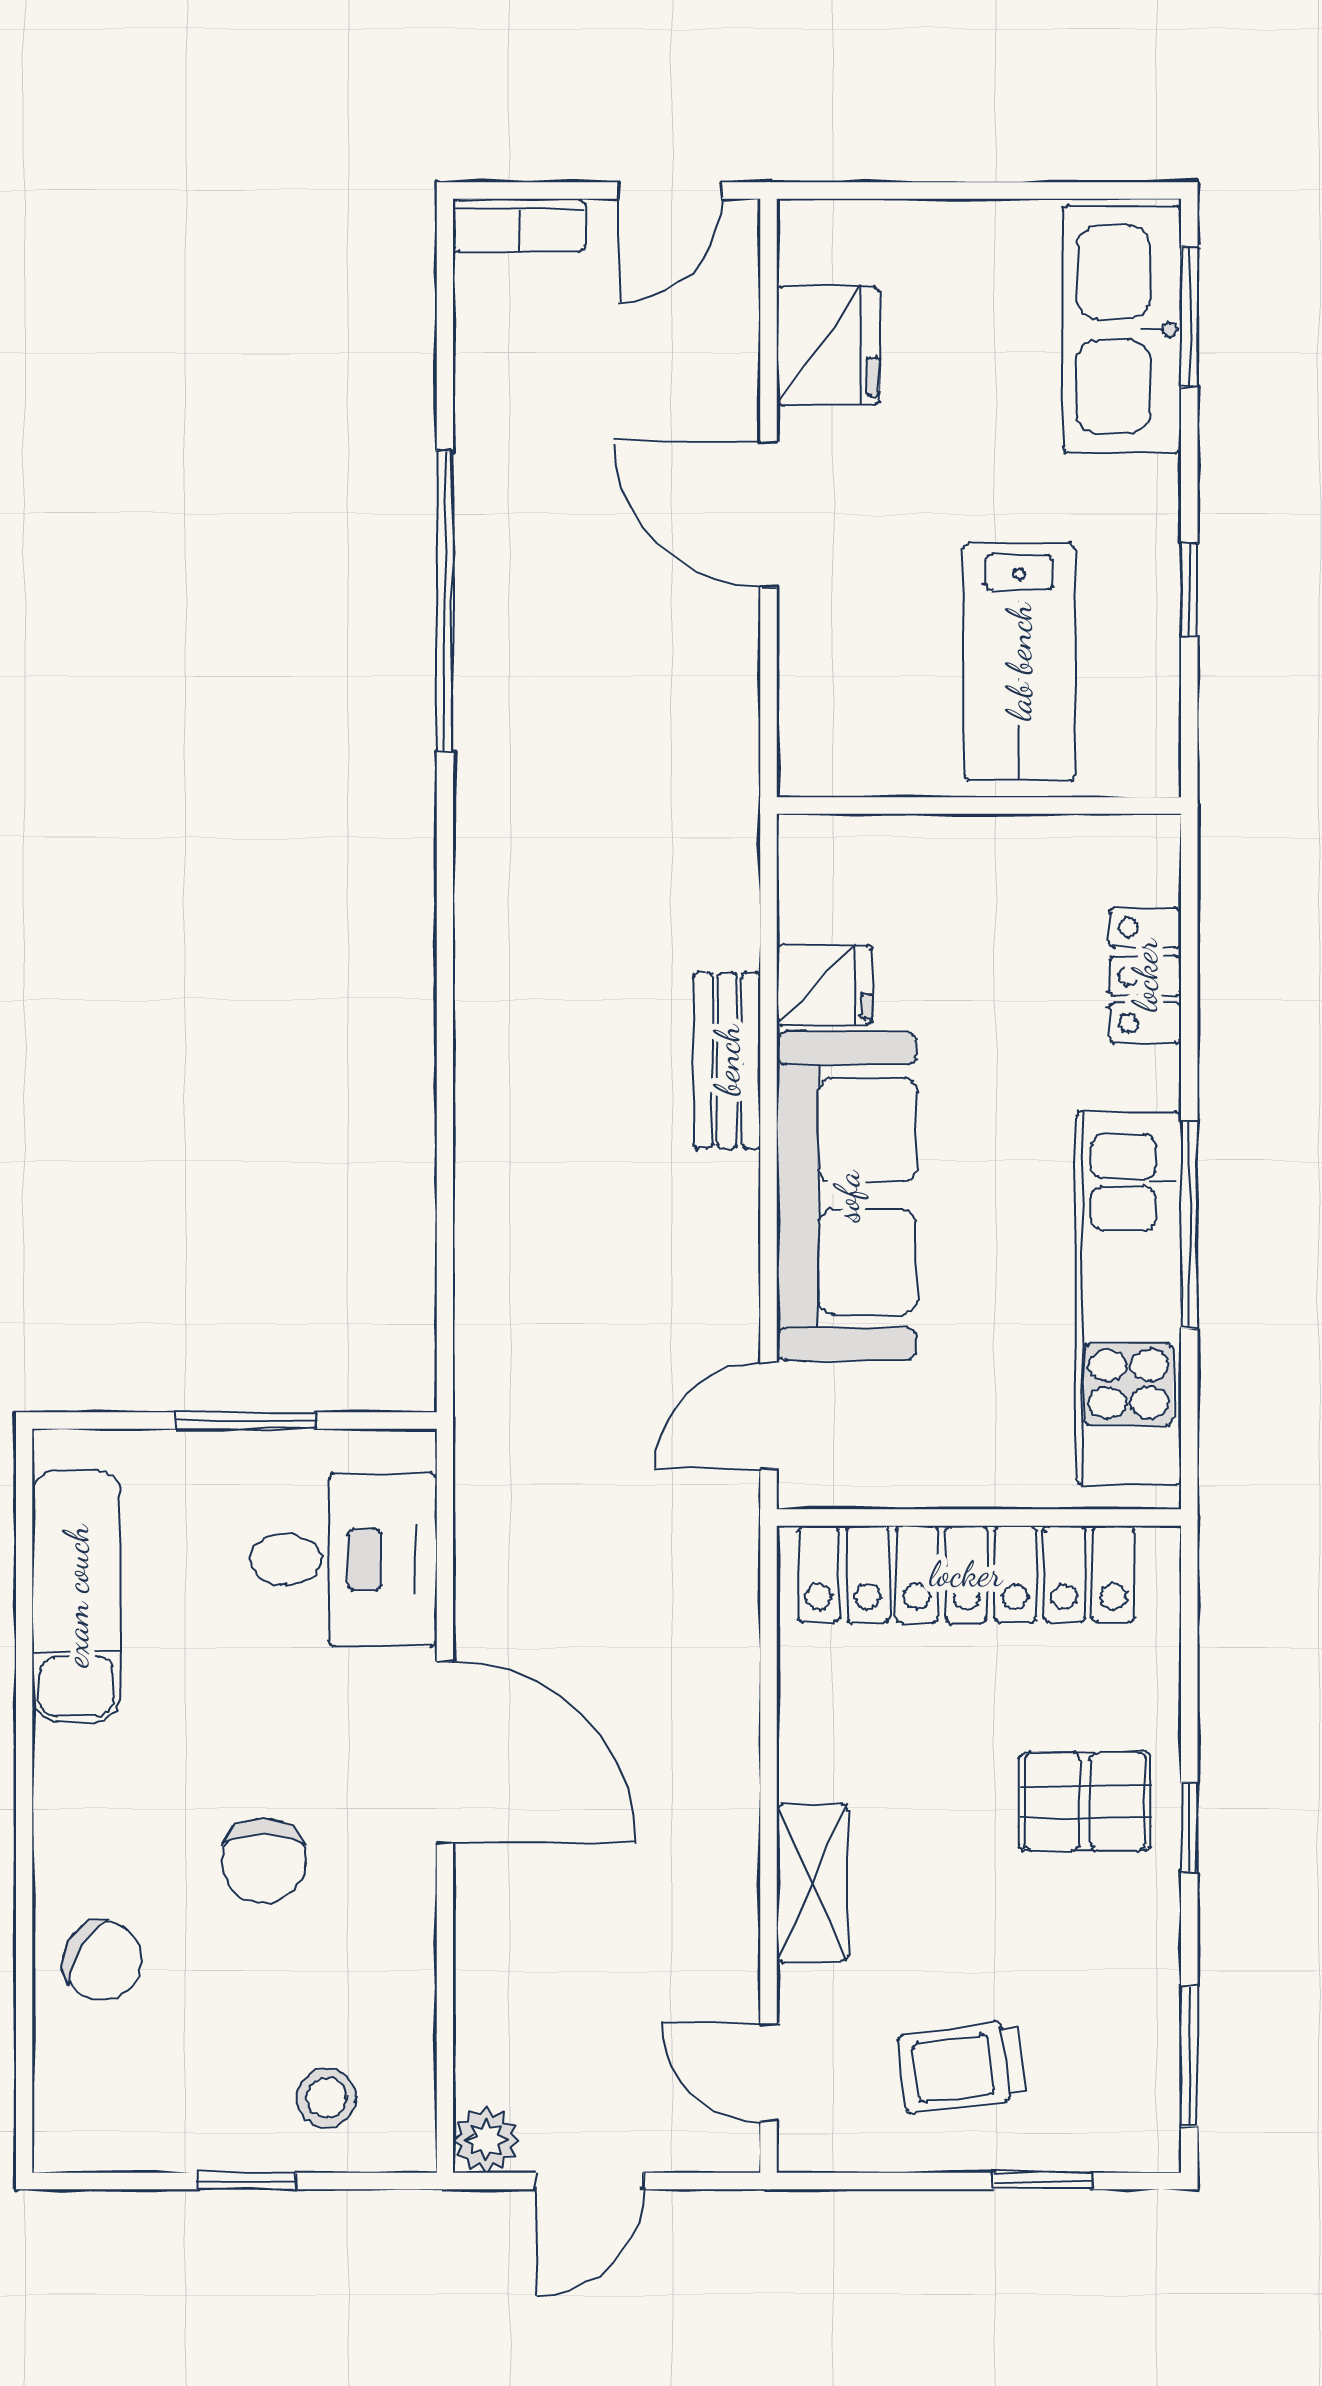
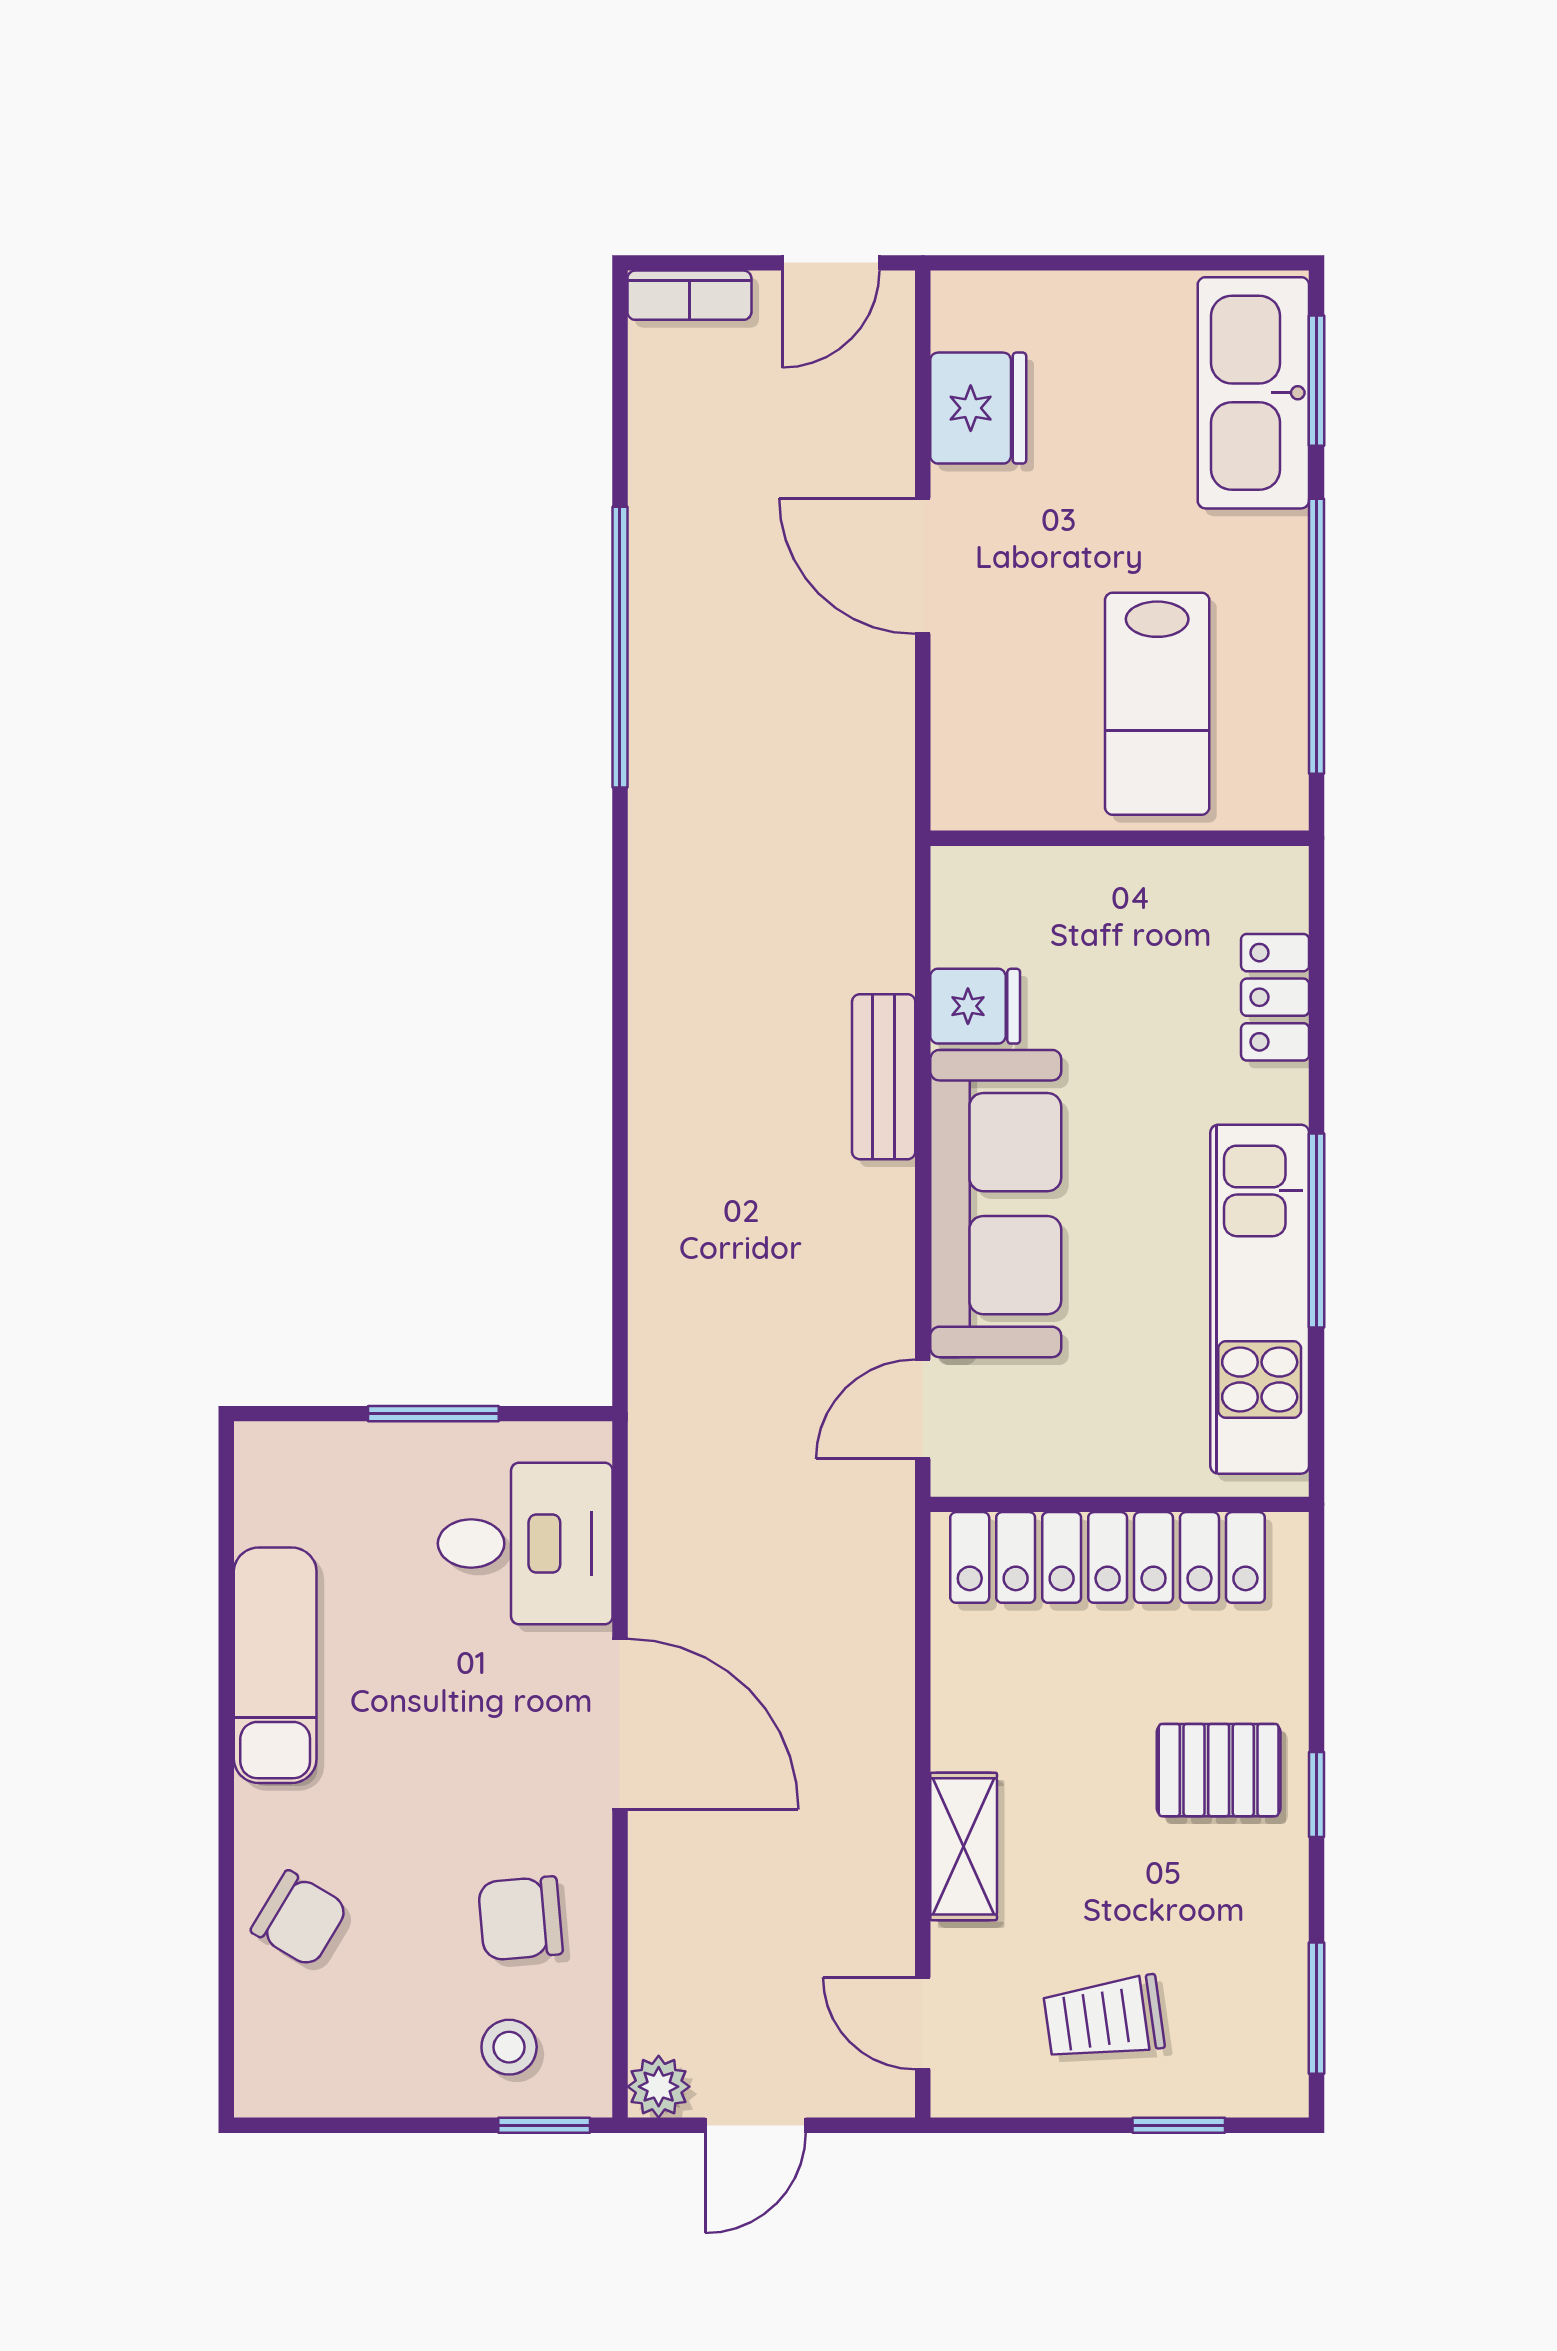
window: (1189, 590) -> (1316, 636), width x3.17
exam couch: (76, 1596) -> (275, 1665), moved
chair: (264, 1861) -> (520, 1918), moved, turned 85
window: (247, 2181) -> (544, 2125), moved

